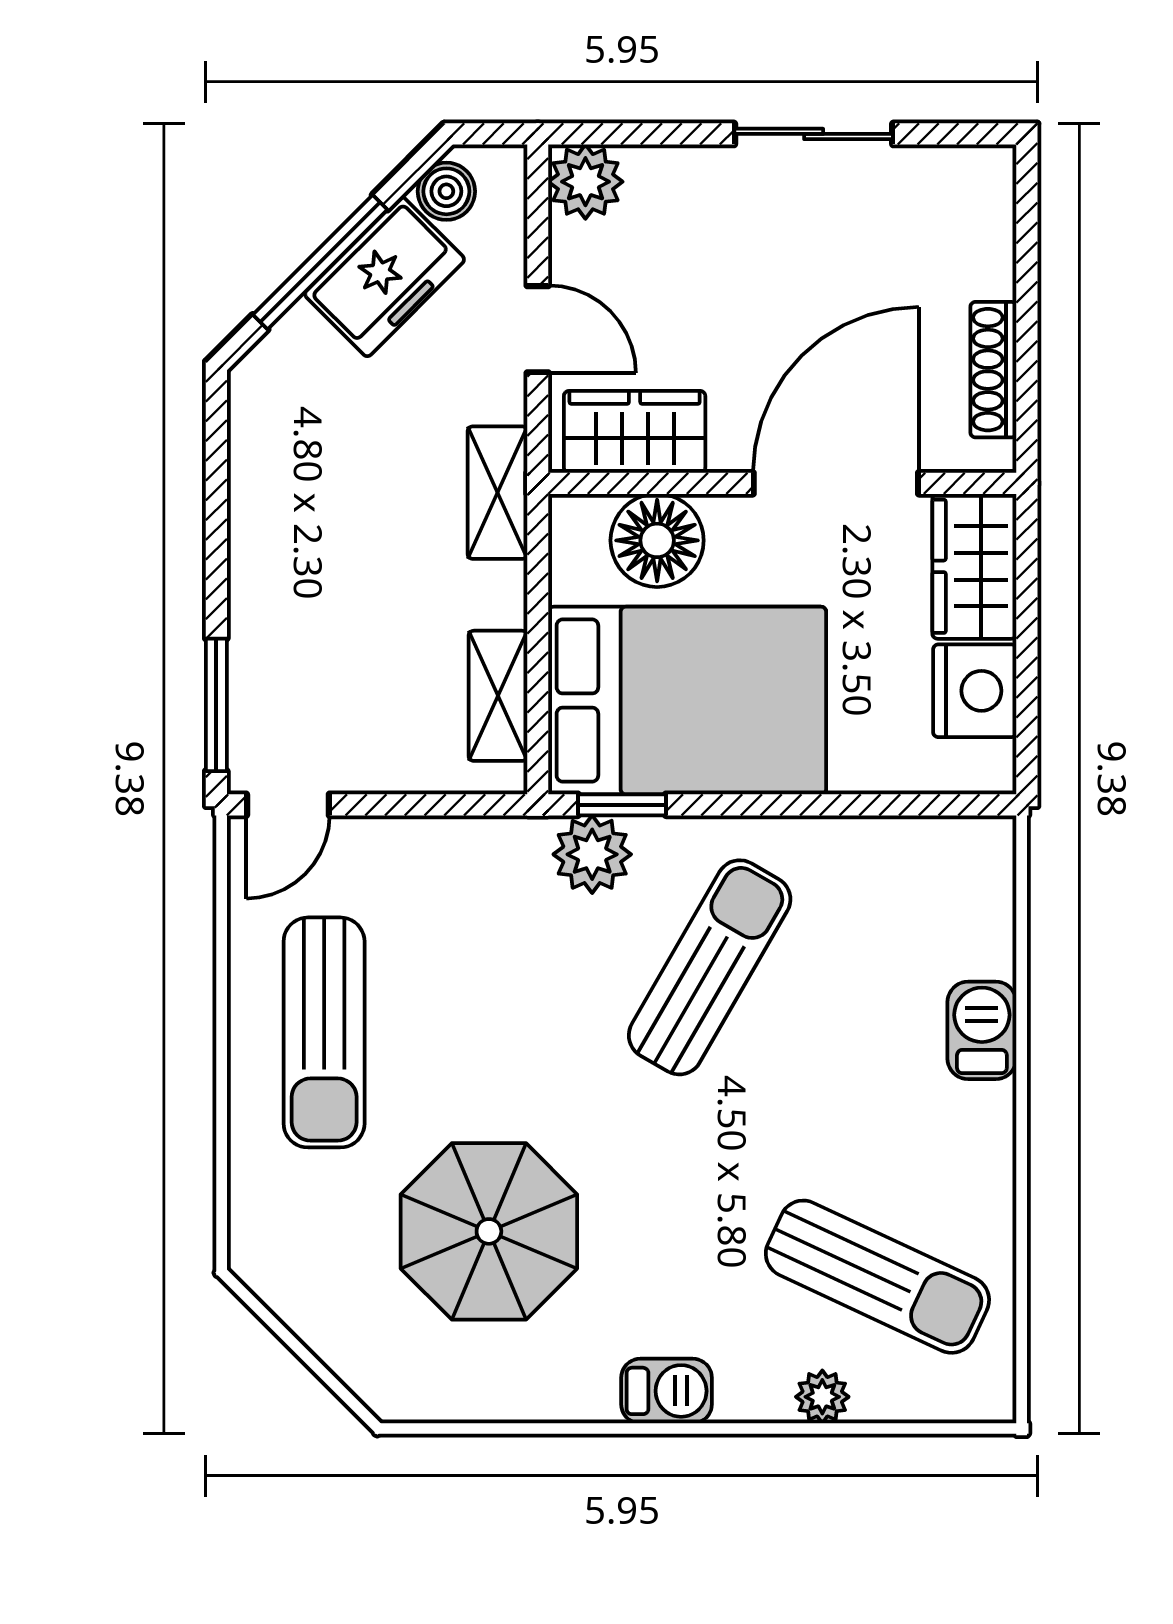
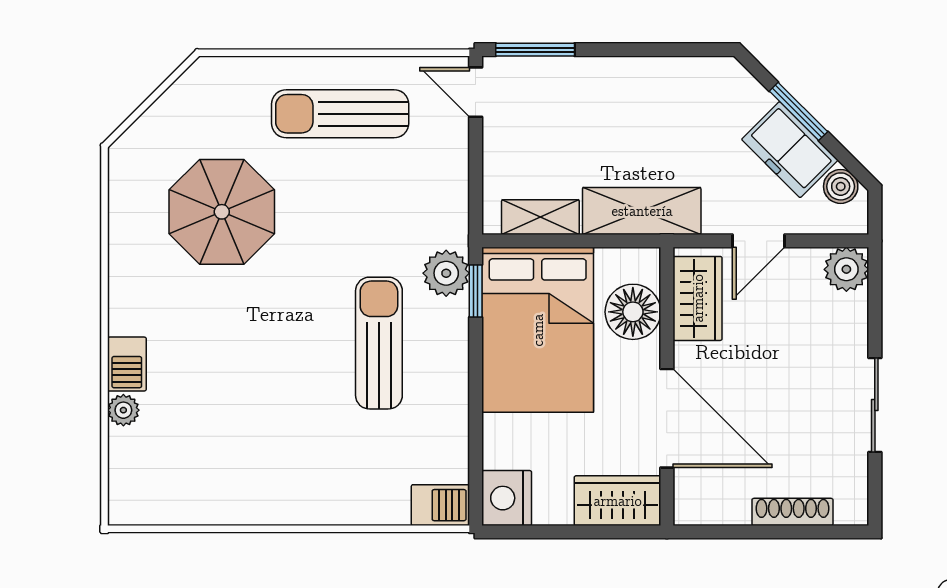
window: (320, 262) -> (798, 111), width x0.69
shoe rack: (993, 370) -> (792, 512), moved
shelving: (497, 493) -> (642, 211), width x1.50, depth x1.33
nightstand: (975, 691) -> (507, 498), moved, turned 90
sun lounger: (710, 967) -> (379, 343), turned -120
barbecue: (982, 1030) -> (440, 505), moved
sun lounger: (877, 1277) -> (195, 443), removed
barbecue: (667, 1391) -> (127, 364), moved

